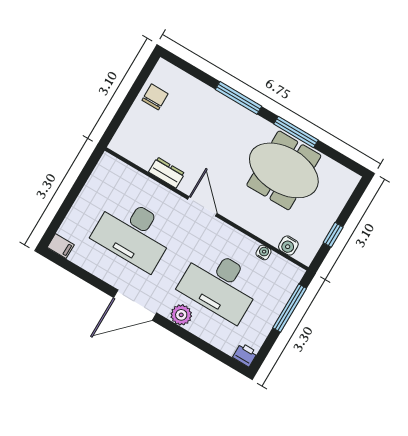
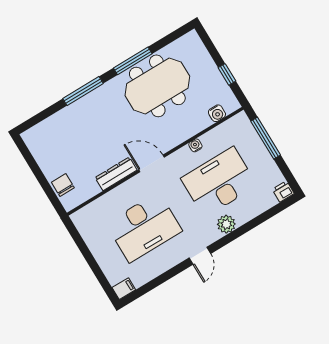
chair: (155, 97) -> (63, 185), moved
dresser: (167, 173) -> (116, 174), width x1.44
water cooler: (264, 252) -> (195, 145), moved
desk: (220, 285) -> (219, 182), turned 180
door: (135, 305) -> (200, 256), width x0.53

